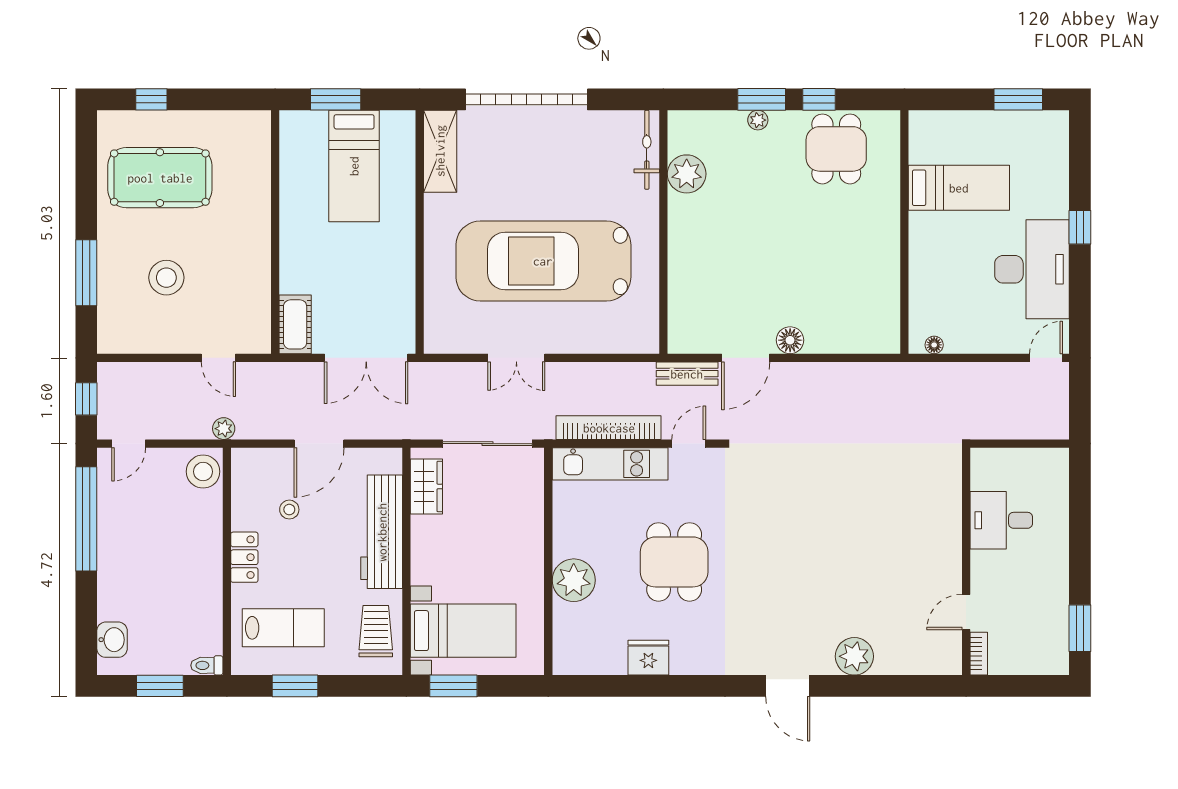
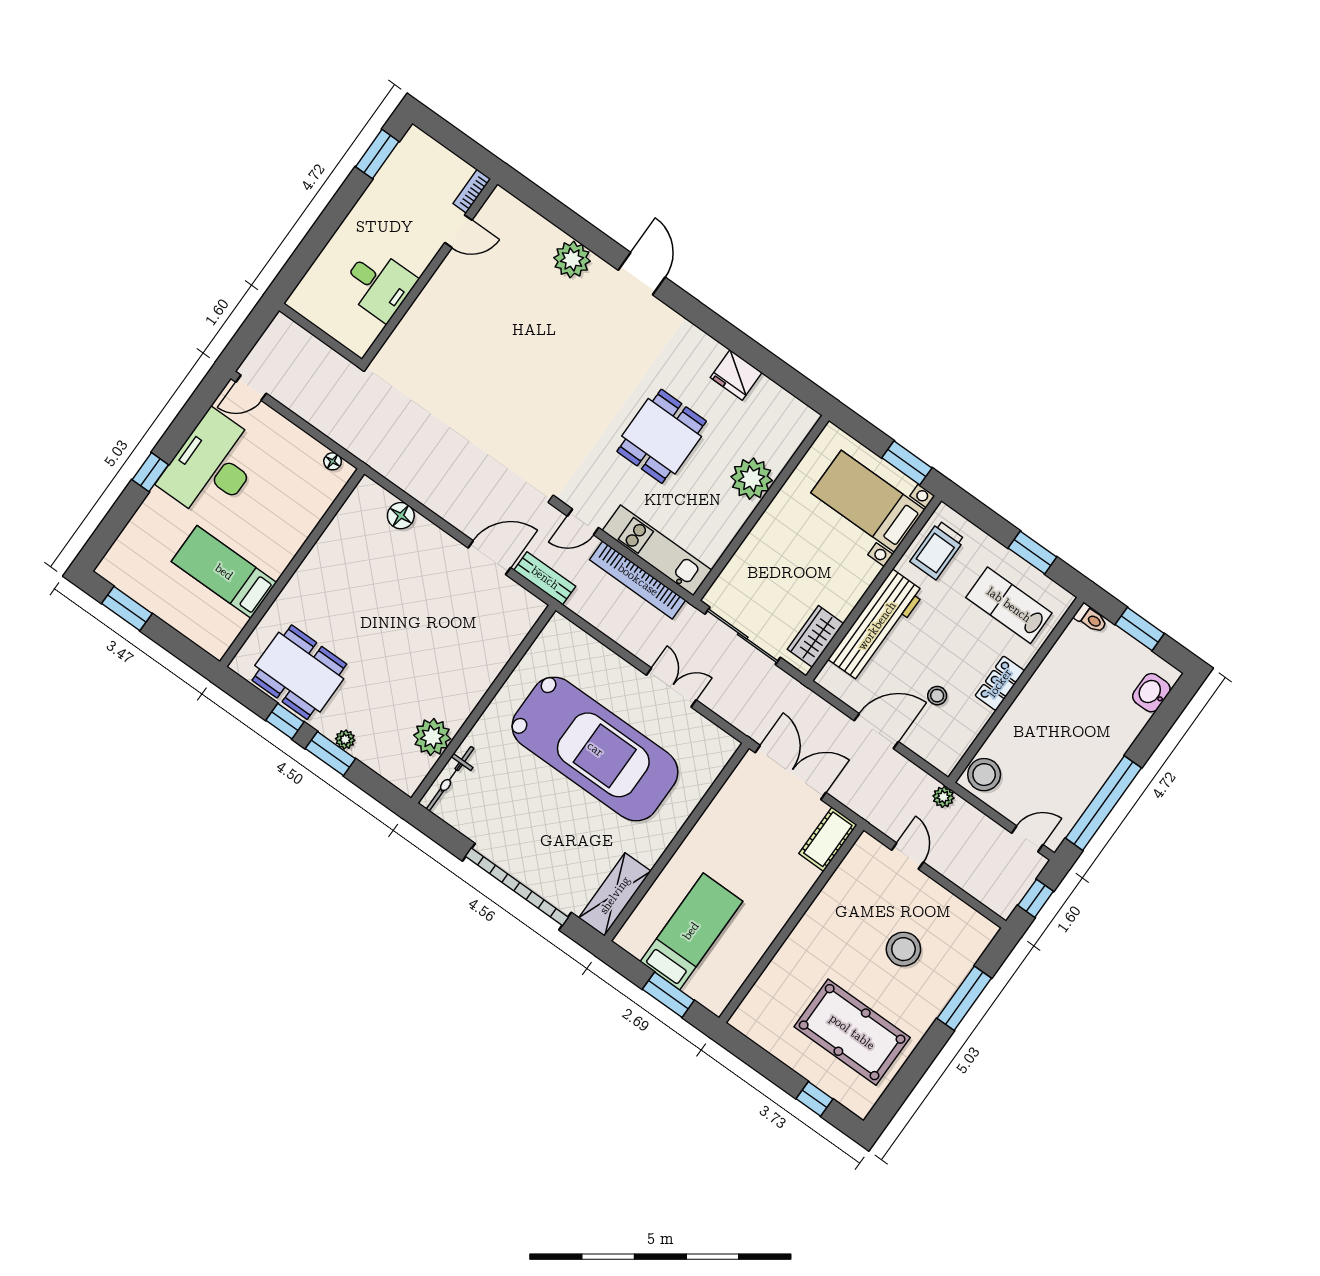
dining table: (836, 149) -> (299, 672), width x1.38
floor lamp: (790, 340) -> (401, 516), moved

